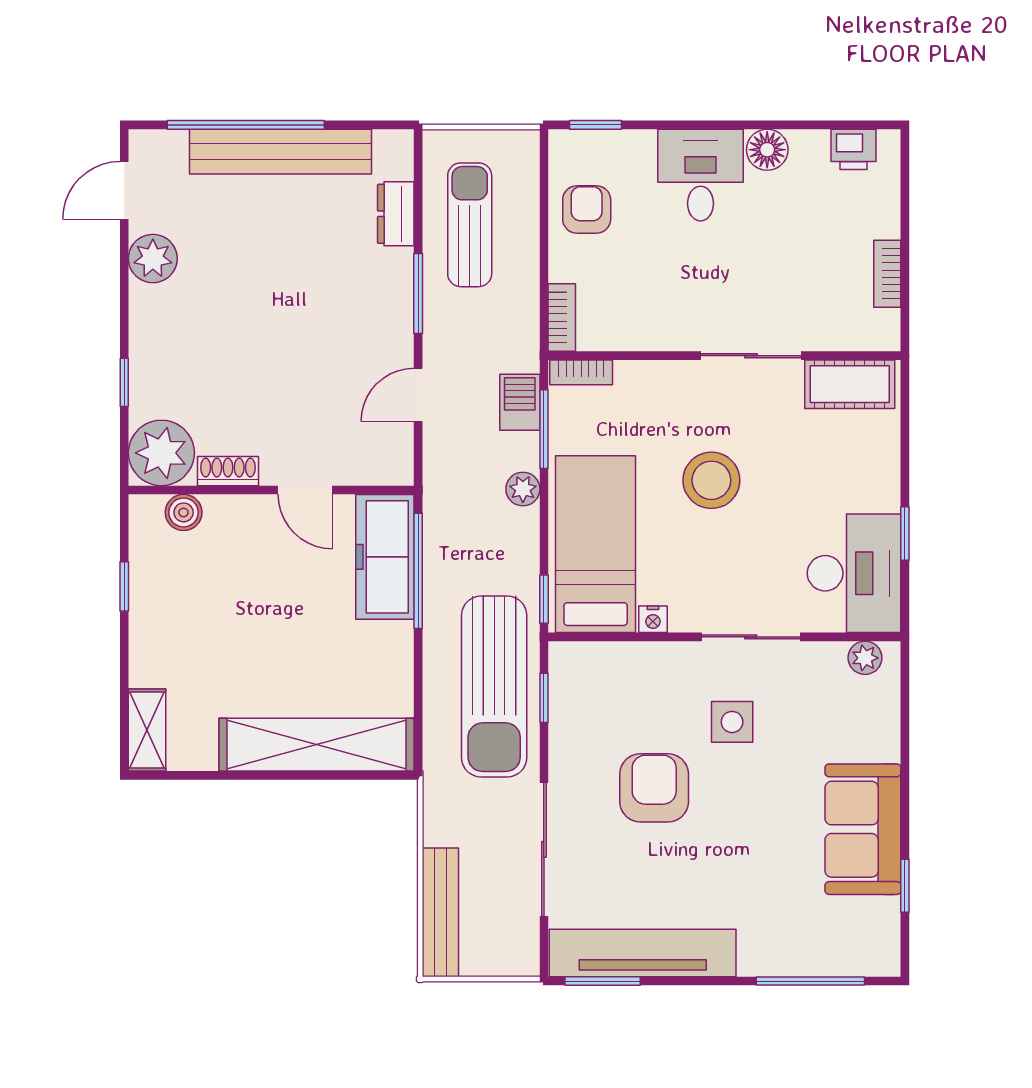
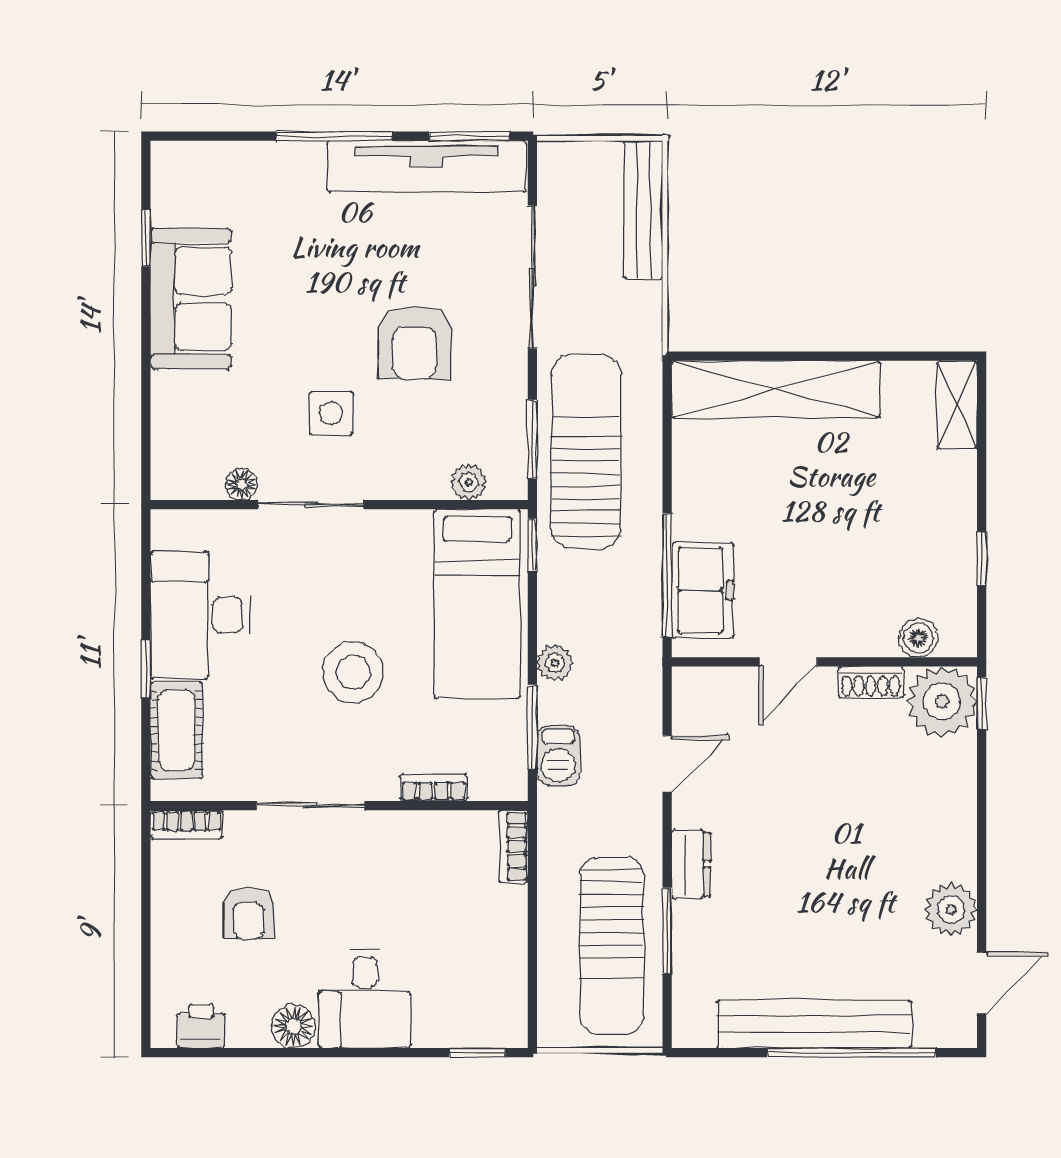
armchair: (587, 209) -> (249, 913), moved
dresser: (396, 214) -> (691, 864), moved
sun lounger: (470, 225) -> (612, 946), width x1.36, depth x1.34
bookcase: (887, 274) -> (186, 824), moved, turned 90
window: (418, 294) -> (667, 931), moved
bookcase: (581, 372) -> (434, 788), moved
window: (124, 382) -> (982, 703), moved
cot: (850, 384) -> (176, 730), moved, turned 90
door: (305, 490) -> (788, 662), swing flipped
window: (905, 534) -> (146, 669), moved
freezer: (385, 557) -> (703, 590), width x0.71
desk: (854, 573) -> (200, 615), moved
nightstand: (653, 619) -> (416, 523), removed
floor lamp: (816, 656) -> (242, 484), added
plant: (865, 658) -> (469, 482), moved
window: (544, 698) -> (532, 439), width x1.50
window: (810, 981) -> (334, 136), moved

